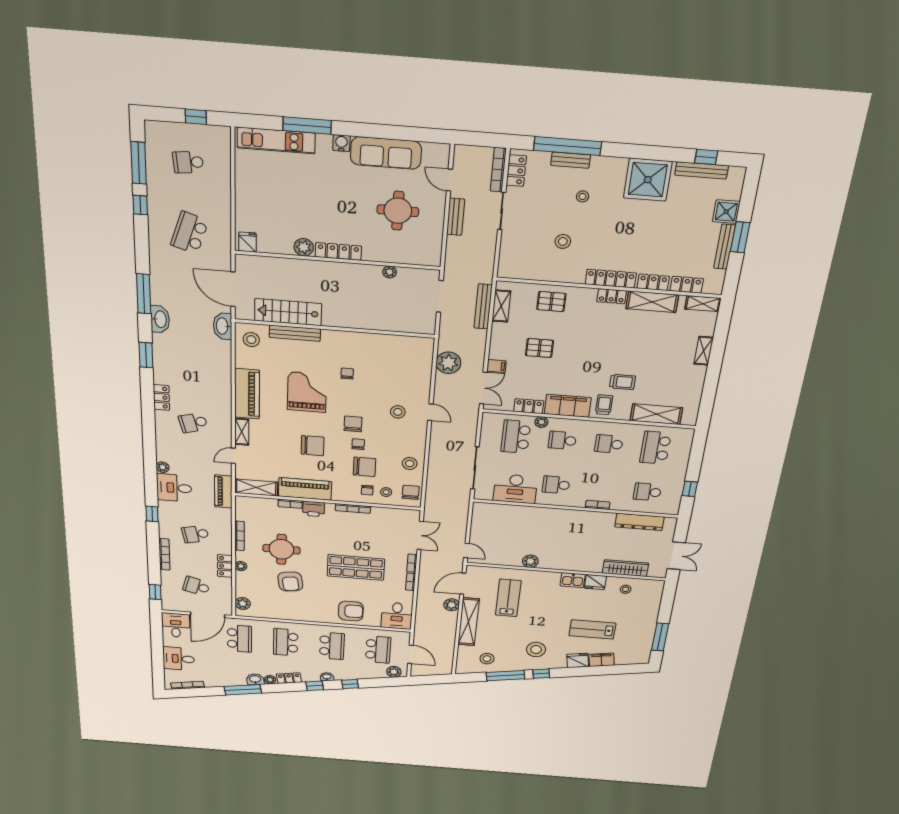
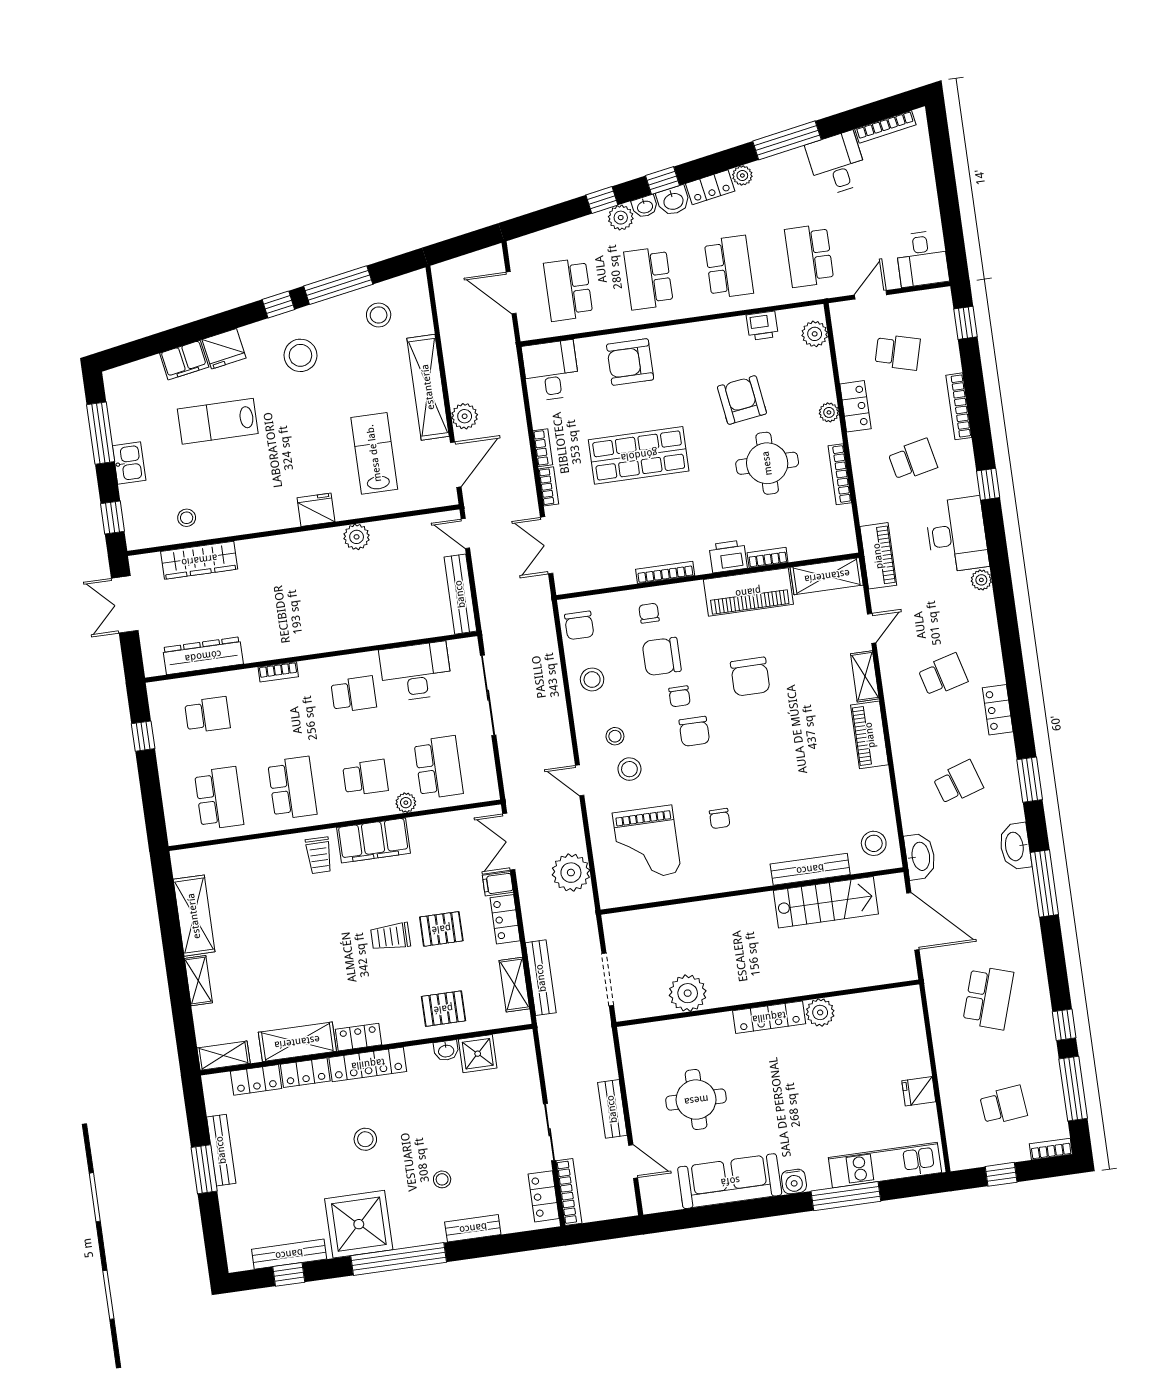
bookcase: (159, 126) -> (1051, 1149), added
window: (568, 146) -> (399, 1259), moved
shower: (726, 212) -> (478, 1054), moved
stool: (563, 241) -> (365, 1139), moved
fridge: (247, 242) -> (919, 1091), moved, turned 90
plant: (390, 272) -> (688, 993), width x1.87, depth x1.87
washbasin: (557, 276) -> (446, 1051), added
school desk: (192, 363) -> (958, 783), added
trolley: (622, 382) -> (391, 937), moved
grand piano: (307, 392) -> (647, 843), moved
piano: (247, 394) -> (870, 735), width x0.73, depth x0.75
locker: (529, 406) -> (505, 919), moved, turned 90
shelving: (656, 414) -> (194, 916), moved, turned 90
school desk: (609, 444) -> (292, 788), width x1.85
chair: (313, 446) -> (750, 677), turned -90
desk: (174, 488) -> (957, 535), width x1.37
stool: (386, 492) -> (615, 736), moved
bench: (478, 522) -> (460, 594), added
kitchen sink: (573, 580) -> (129, 463), moved, turned 90
fridge: (595, 582) -> (316, 510), moved
lab bench: (508, 598) -> (374, 453), turned 180
window: (668, 598) -> (112, 518), added
printer: (272, 613) -> (762, 326), added
door: (208, 615) -> (871, 295), width x0.53
lab bench: (592, 629) -> (218, 421), turned 180
desk: (179, 659) -> (837, 164), moved, turned -100
plant: (394, 672) -> (621, 218), moved
washbasin: (255, 679) -> (673, 201), moved

